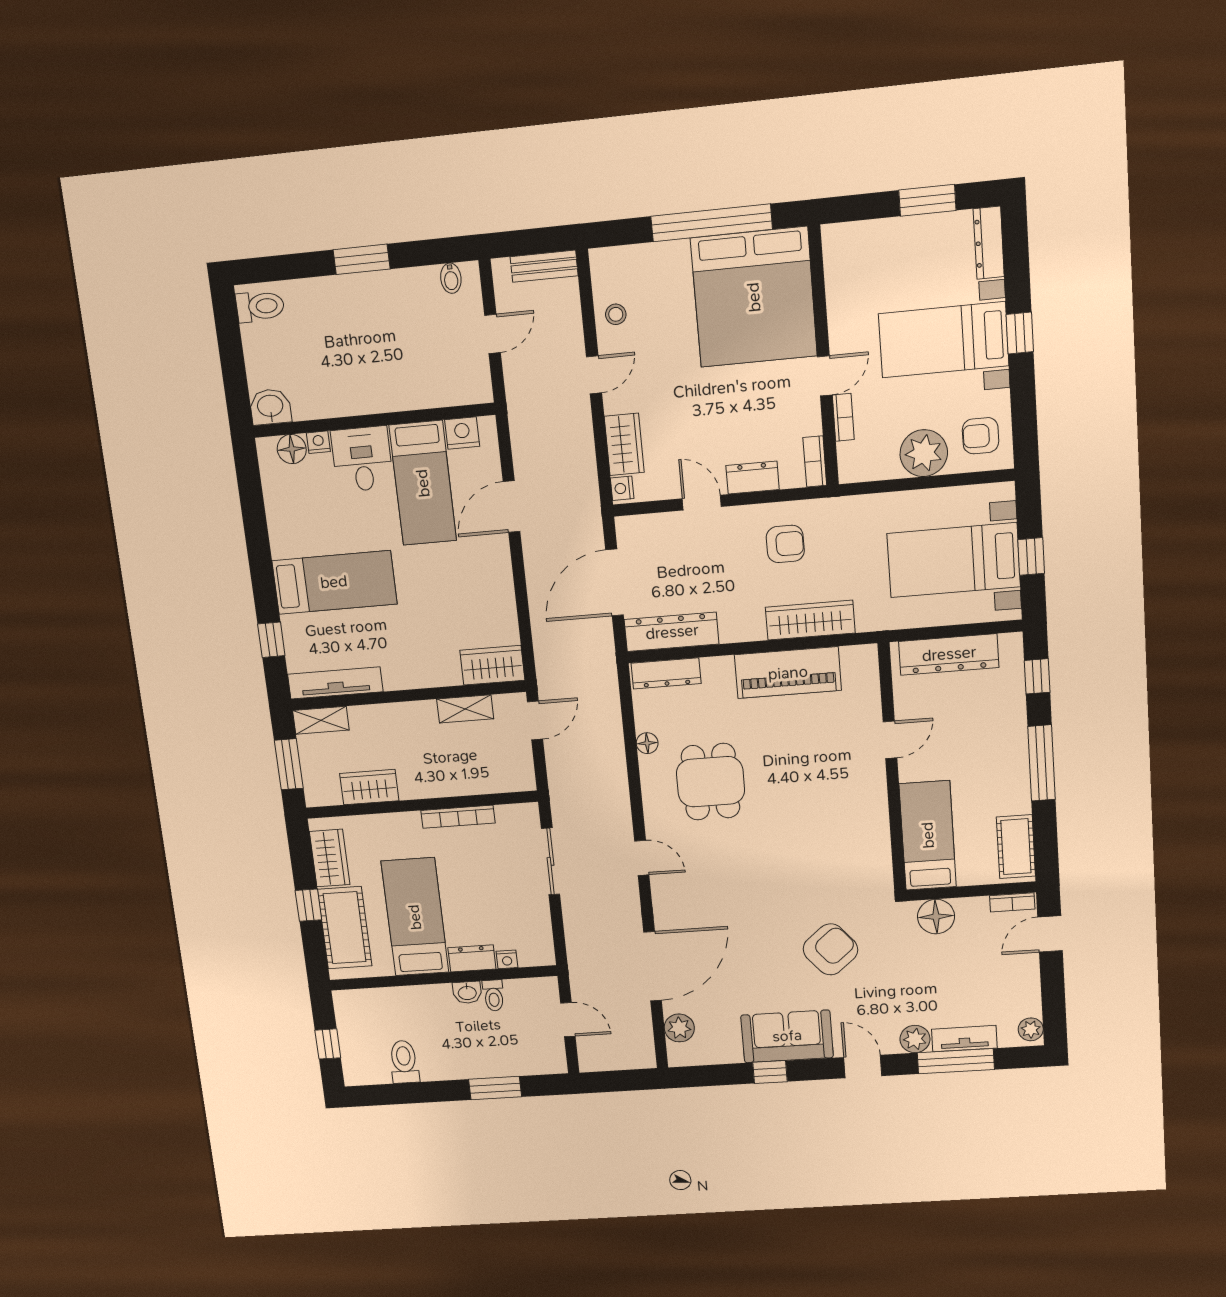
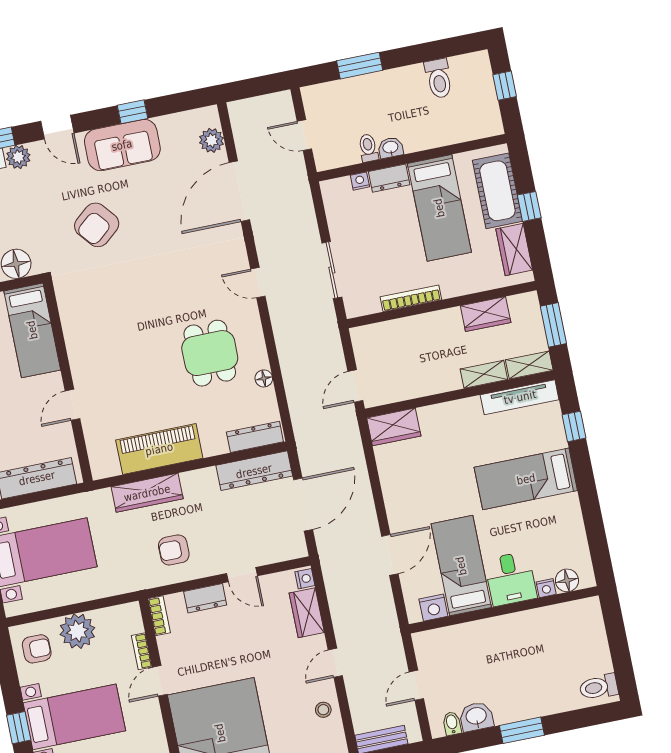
washbasin: (270, 407) -> (476, 717), moved, turned 180
shelving: (465, 709) -> (484, 374), moved

